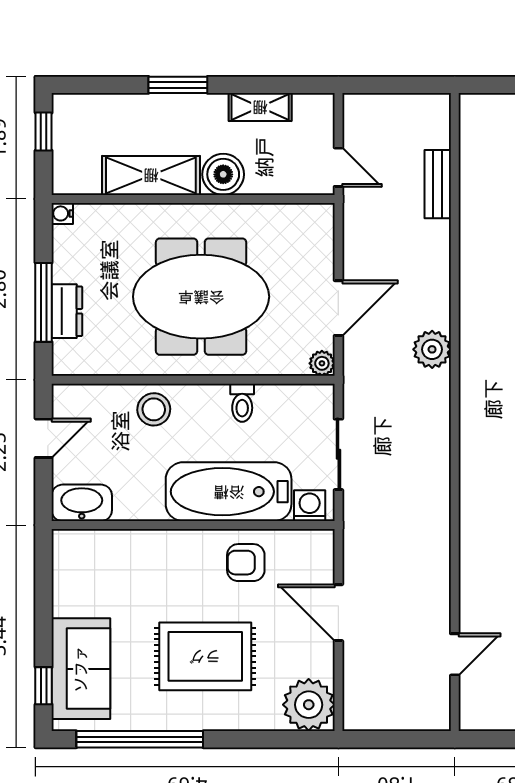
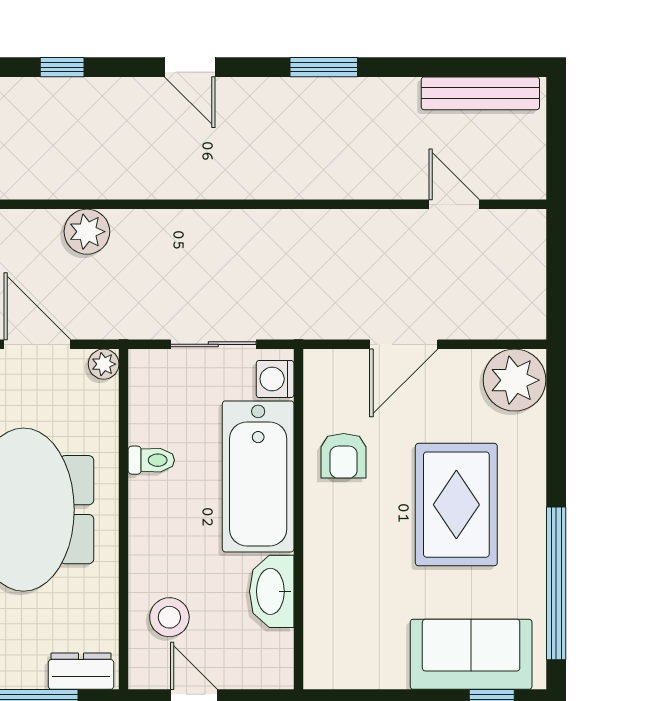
dresser: (67, 311) -> (81, 671), moved
stool: (154, 409) -> (169, 617), moved
washbasin: (82, 503) -> (272, 591), moved

